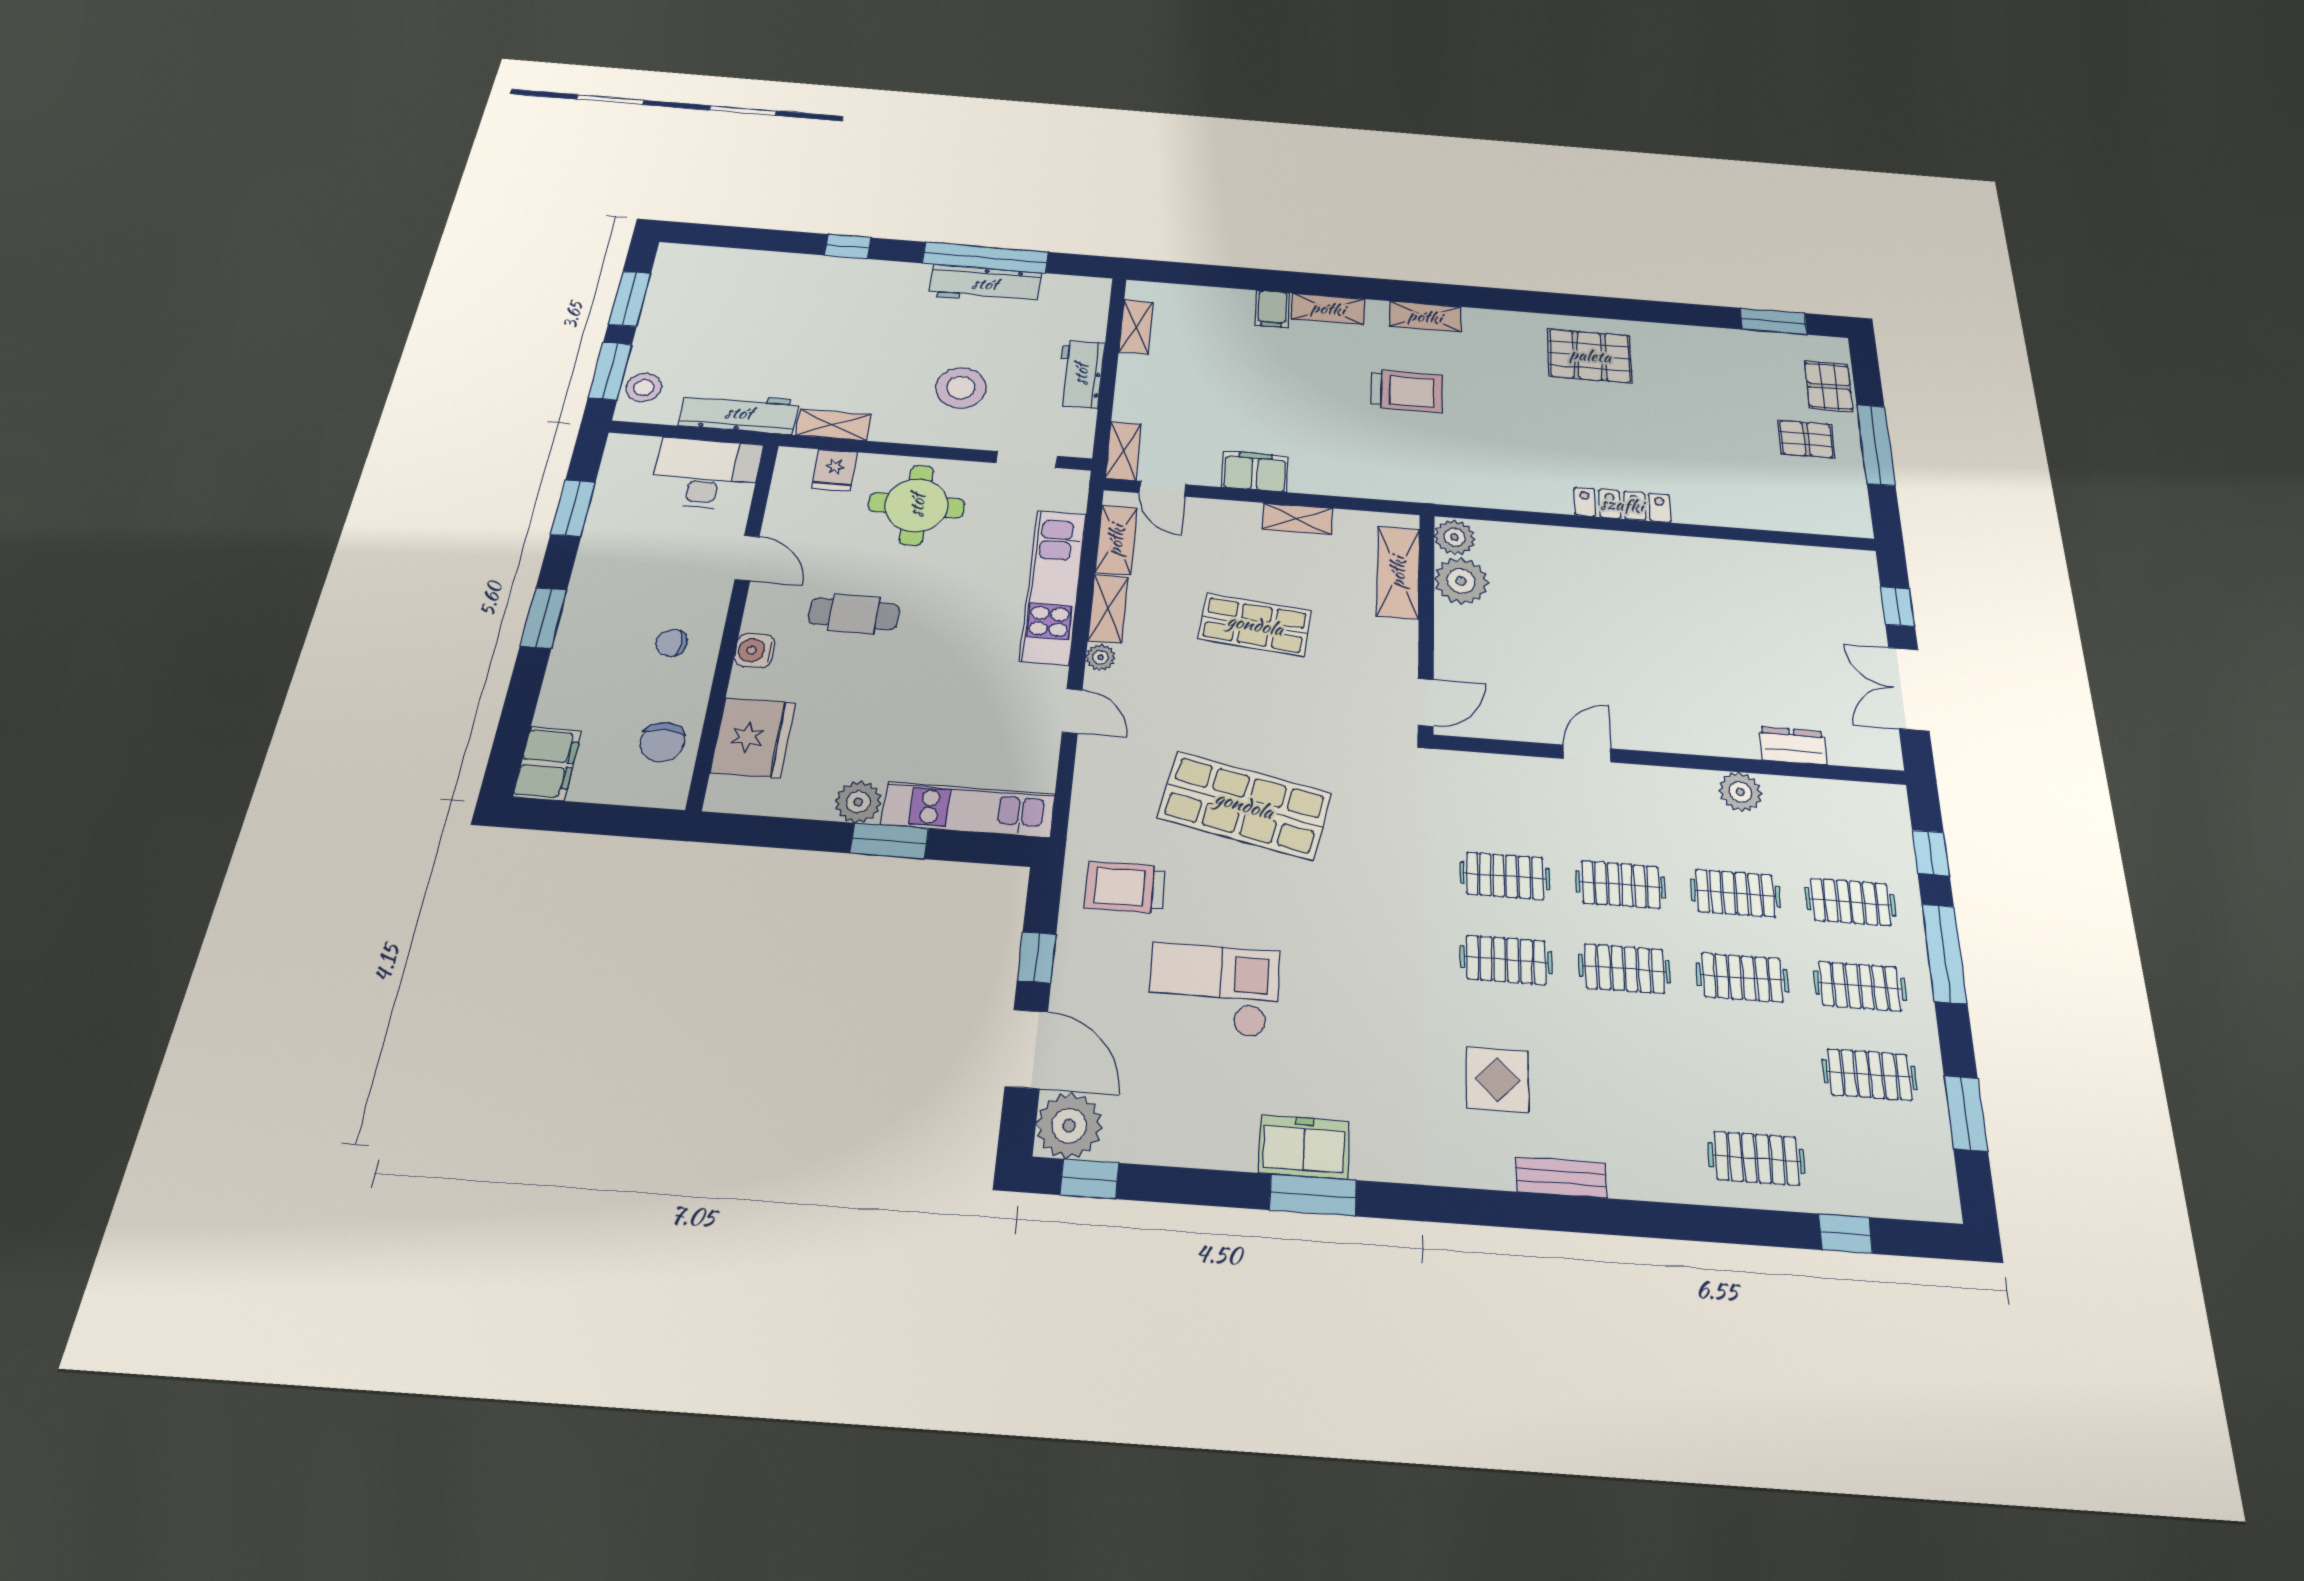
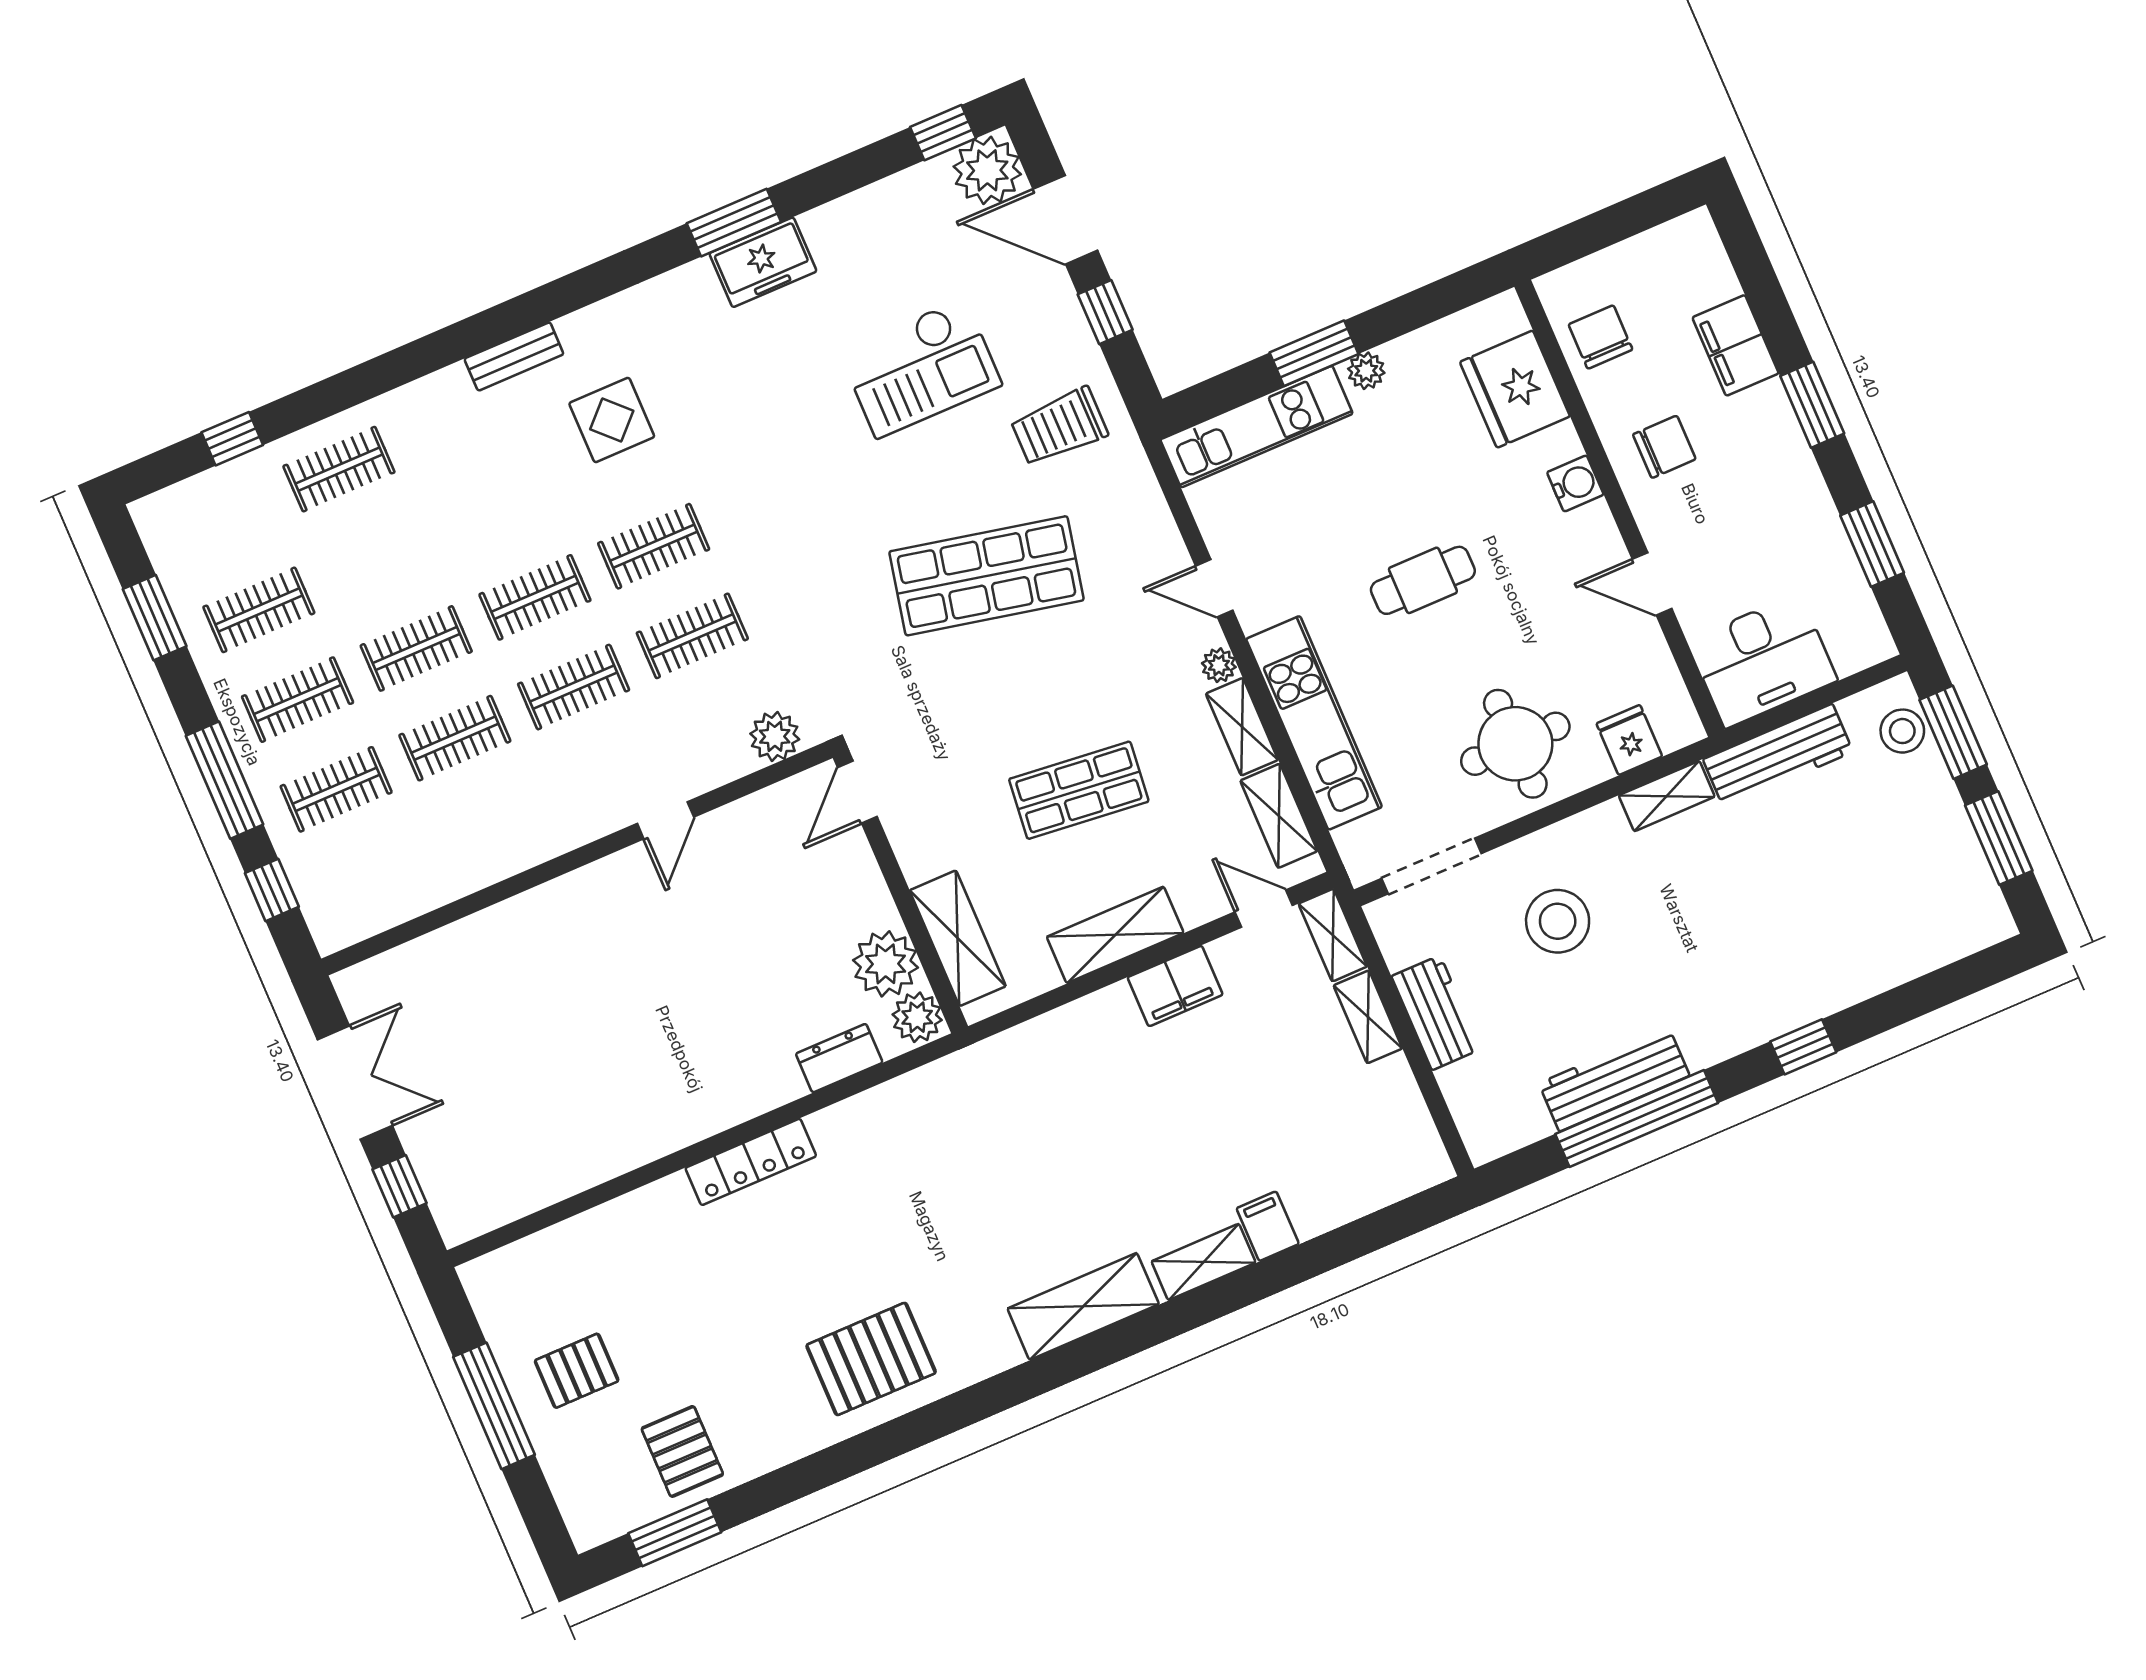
shelving: (1425, 317) -> (1083, 1306), width x1.50, depth x1.33
shelving: (1136, 327) -> (1368, 1017), moved
pallet: (1829, 386) -> (682, 1451), moved
trolley: (1407, 391) -> (1059, 1191), removed
doorway: (1027, 459) -> (1431, 866), width x1.38
shelving: (1298, 519) -> (1115, 935), width x1.50, depth x1.33
cafe table: (854, 614) -> (1423, 580), moved
chair: (672, 643) -> (1664, 447), width x1.37, depth x1.37
dresser: (1793, 746) -> (839, 1058), moved, turned 180
filing cabinet: (547, 764) -> (1736, 345), moved
plant: (1740, 792) -> (775, 736), moved
plant: (858, 802) -> (1366, 371), width x0.73, depth x0.73
trolley: (1125, 887) -> (1059, 427), turned 180

